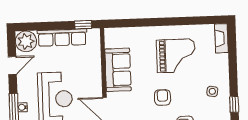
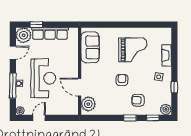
window: (83, 25) -> (36, 25), moved
fireplace: (221, 38) -> (167, 55), moved
sofa: (118, 70) -> (90, 47), moved

